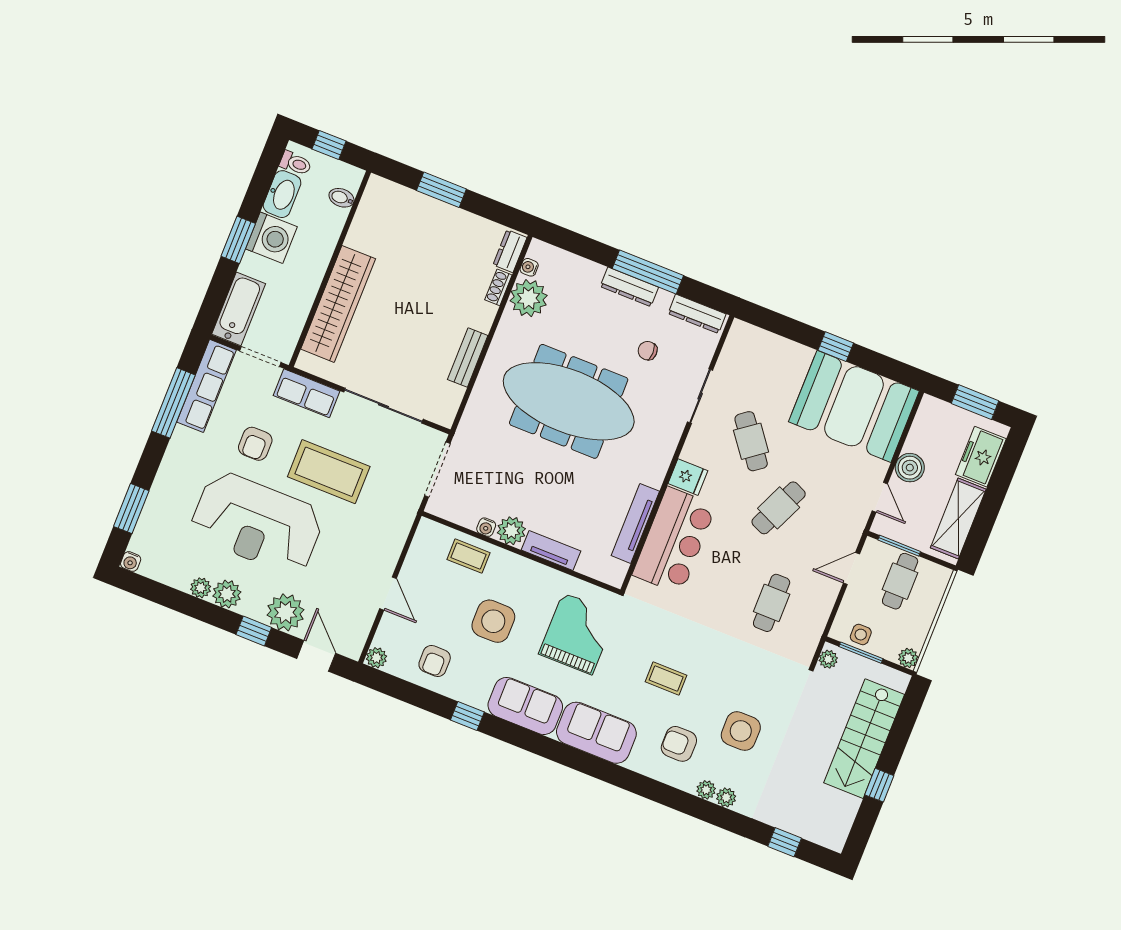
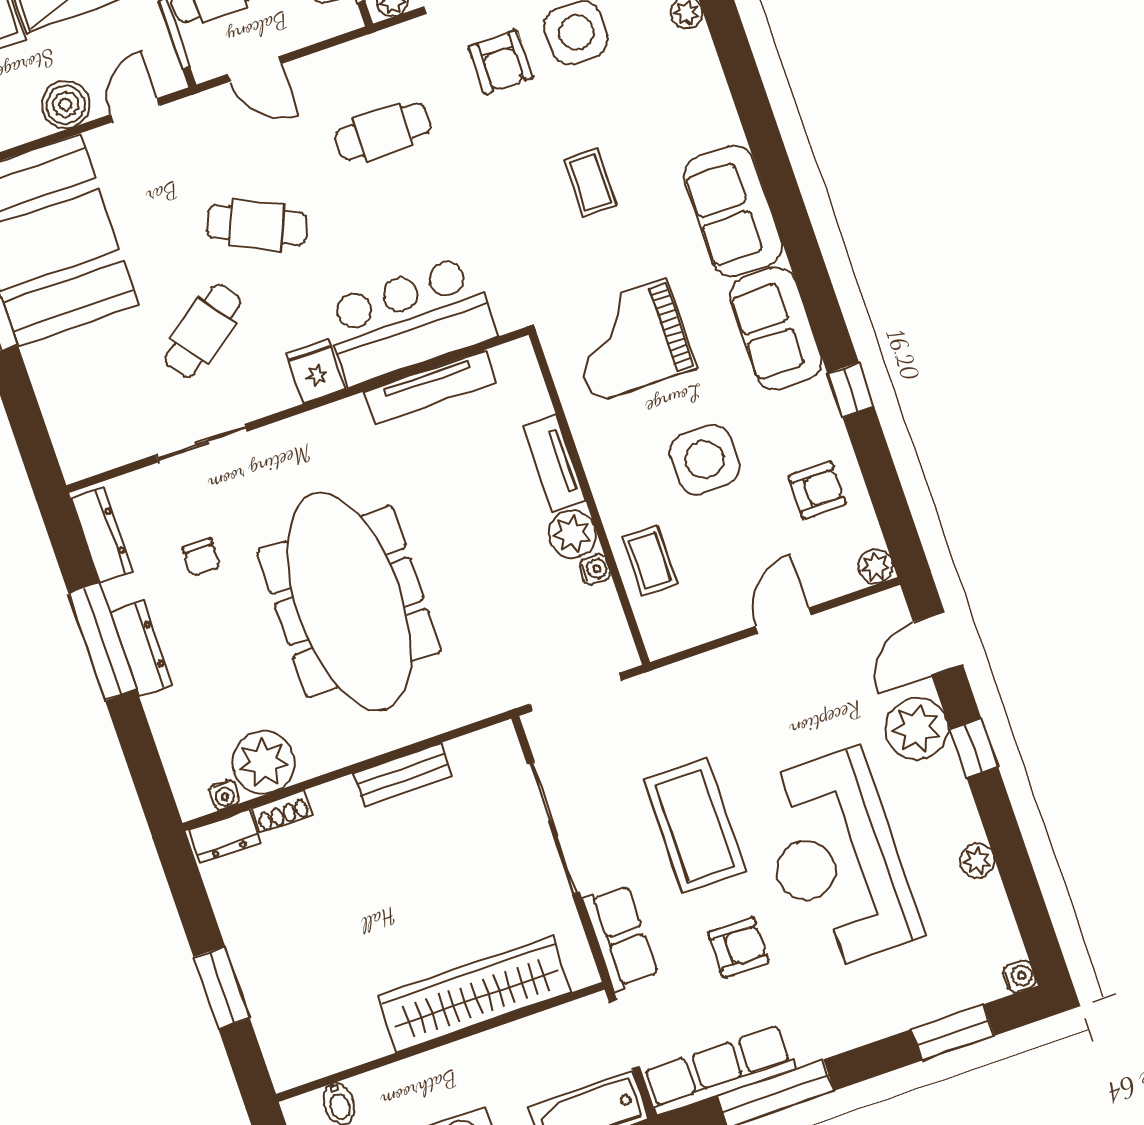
reception desk: (257, 523) -> (836, 860), turned 180
plant: (227, 594) -> (957, 821), removed
armchair: (679, 744) -> (501, 62), moved

